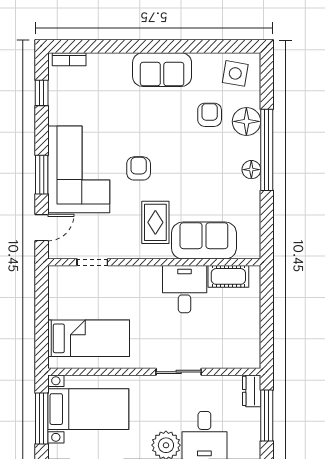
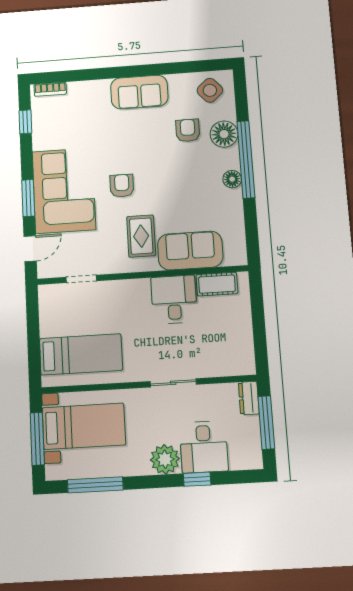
side table: (235, 73) -> (210, 90), turned 38

